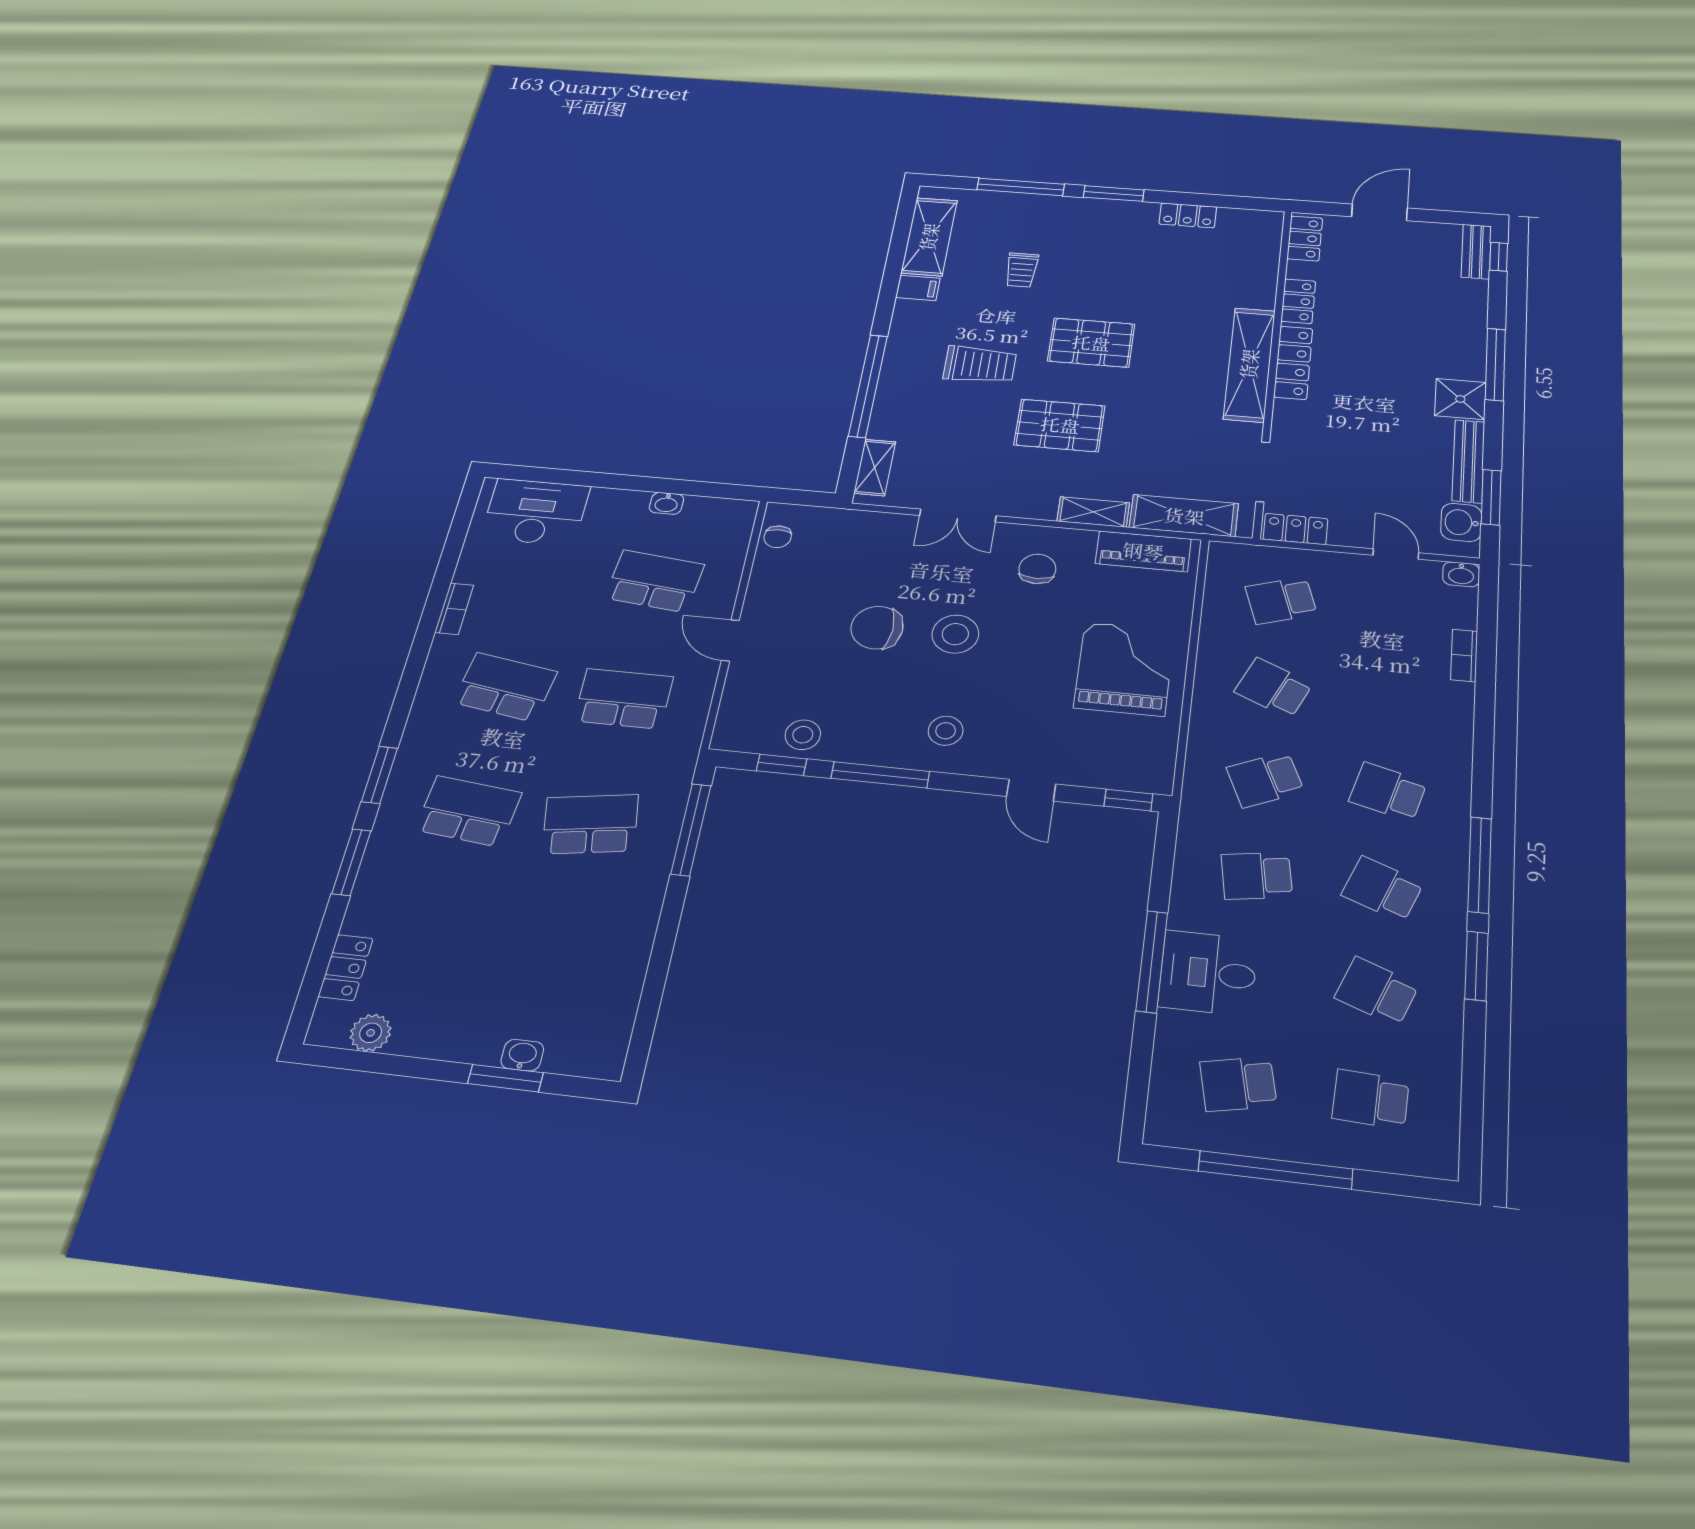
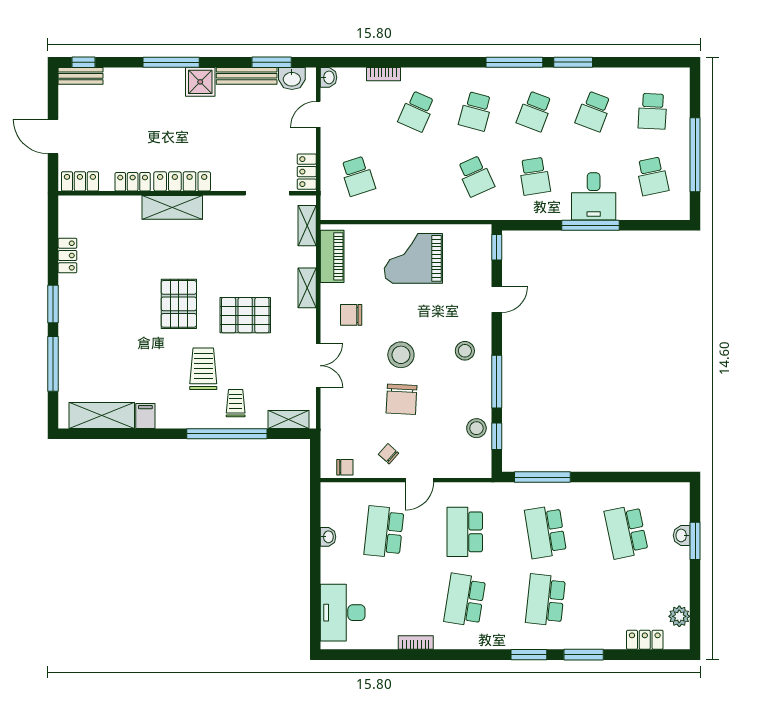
trolley: (1022, 270) -> (236, 403), moved, turned -90
shelving: (1249, 364) -> (172, 207), width x0.68
pallet: (1060, 425) -> (245, 315), turned 90
shelving: (1184, 516) -> (307, 226), width x0.67, depth x0.75
chair: (787, 600) -> (388, 454), added
school desk: (1273, 688) -> (417, 111), moved
school desk: (555, 958) -> (626, 532), added

